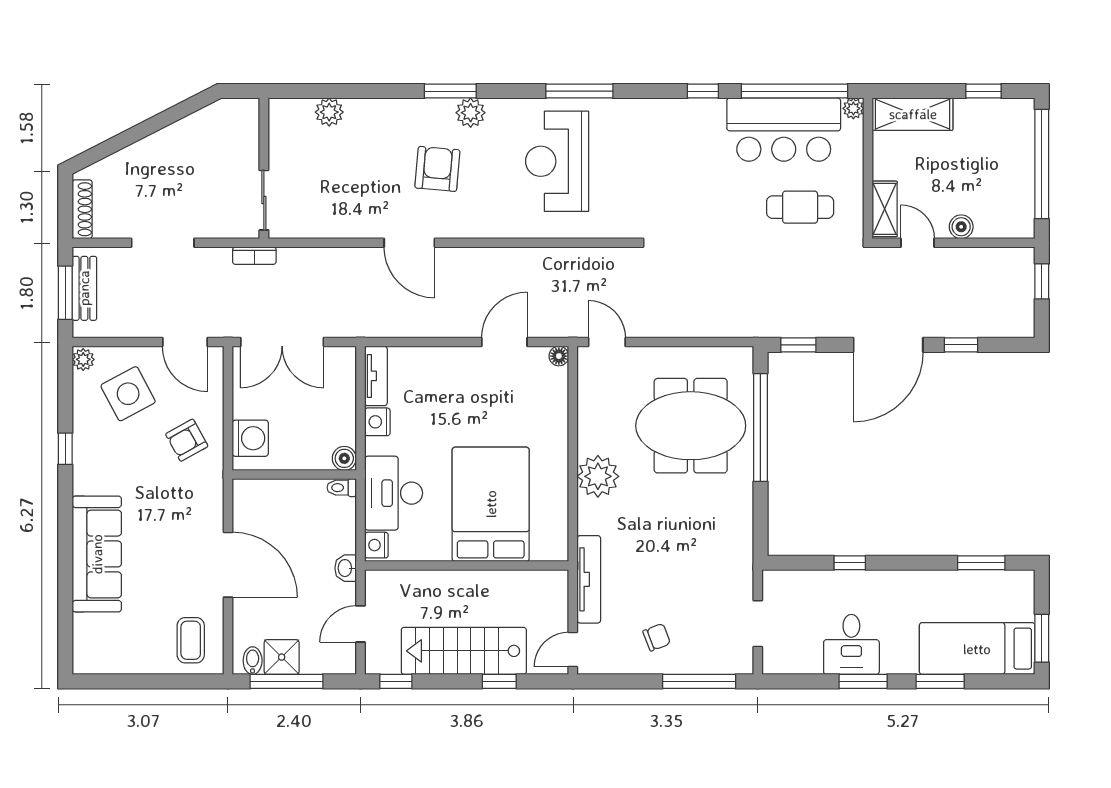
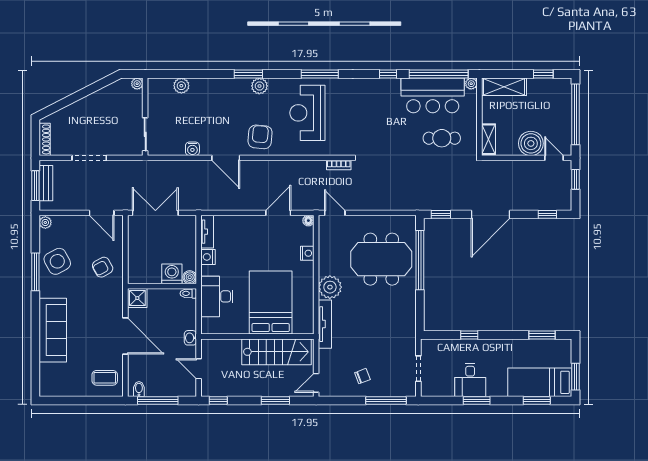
plant: (249, 108) -> (137, 84), added
armchair: (437, 169) -> (260, 137), moved
water cooler: (349, 226) -> (192, 149), added
boiler: (961, 227) -> (531, 143), width x1.86, depth x1.86
door: (918, 243) -> (554, 158), moved
bookcase: (254, 256) -> (339, 165), moved
double door: (282, 342) -> (155, 213), swing flipped
window: (961, 345) -> (547, 214), moved
side table: (128, 394) -> (57, 261), moved
washing machine: (250, 438) -> (172, 274), moved, turned -90
window: (65, 449) -> (35, 272), width x2.17
nightstand: (376, 545) -> (307, 253), moved, turned 180
tv unit: (589, 579) -> (325, 324), moved
door: (360, 624) -> (199, 369), hinge flipped
coffee table: (191, 640) -> (105, 378), turned 90
stairs: (464, 651) -> (276, 352), moved, turned 180
shower: (282, 657) -> (137, 298), moved
window: (499, 681) -> (275, 401), width x1.50
window: (940, 681) -> (537, 401), moved

